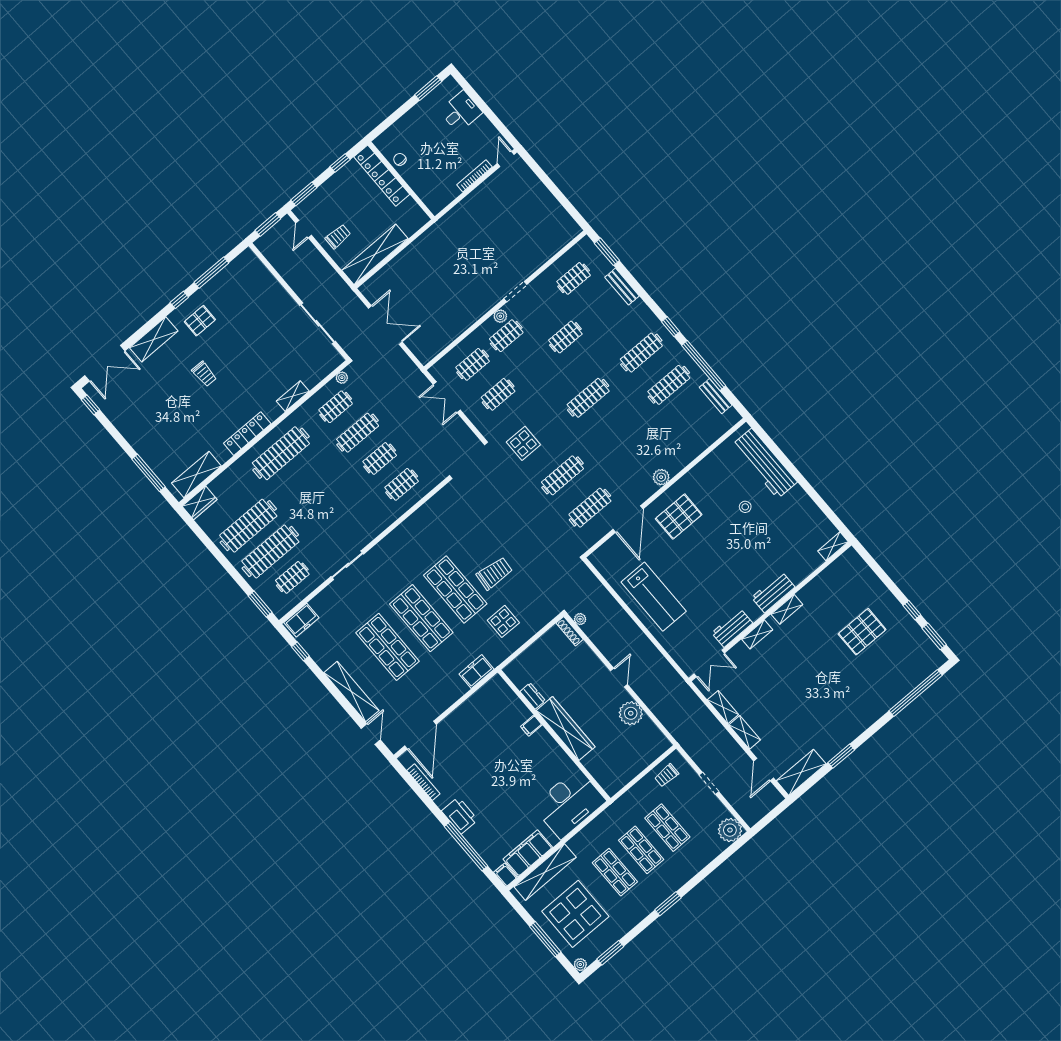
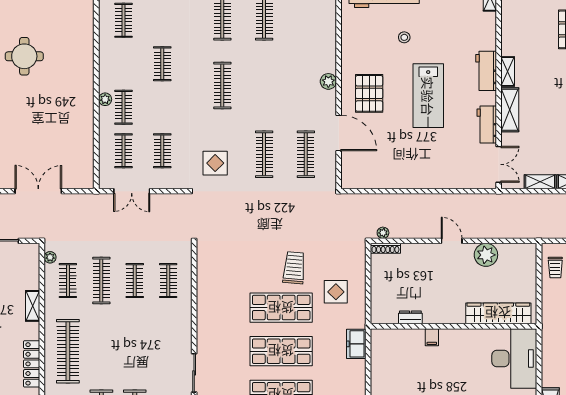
round table: (480, 225) -> (24, 56), added
doorway: (515, 292) -> (96, 72), removed
lab bench: (654, 597) -> (428, 96), moved, turned 90
shelving: (757, 634) -> (510, 110), width x1.50, depth x1.33
wardrobe: (566, 729) -> (498, 313), moved

